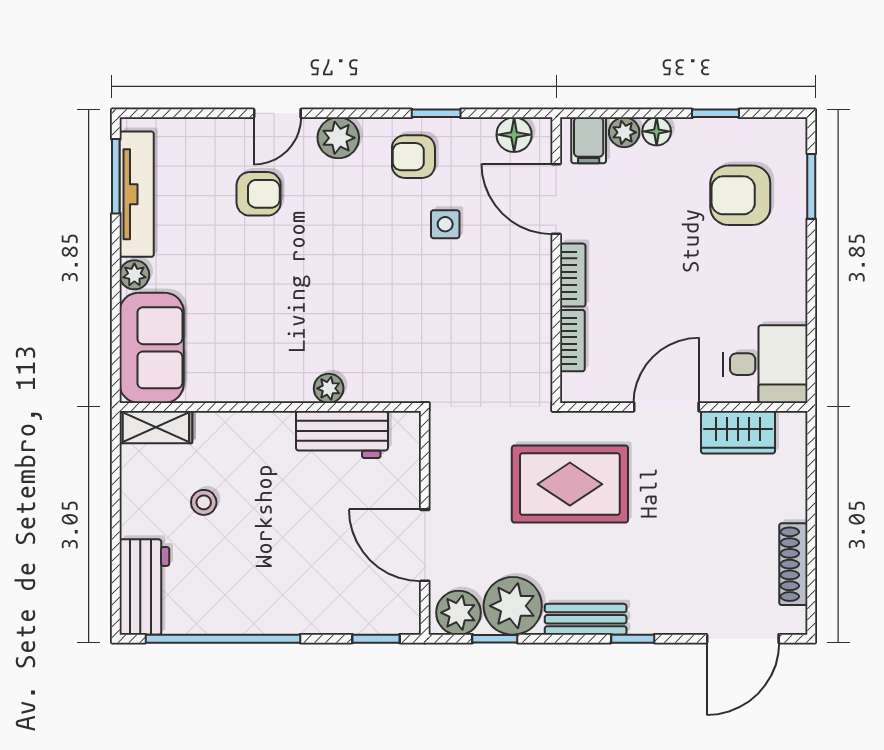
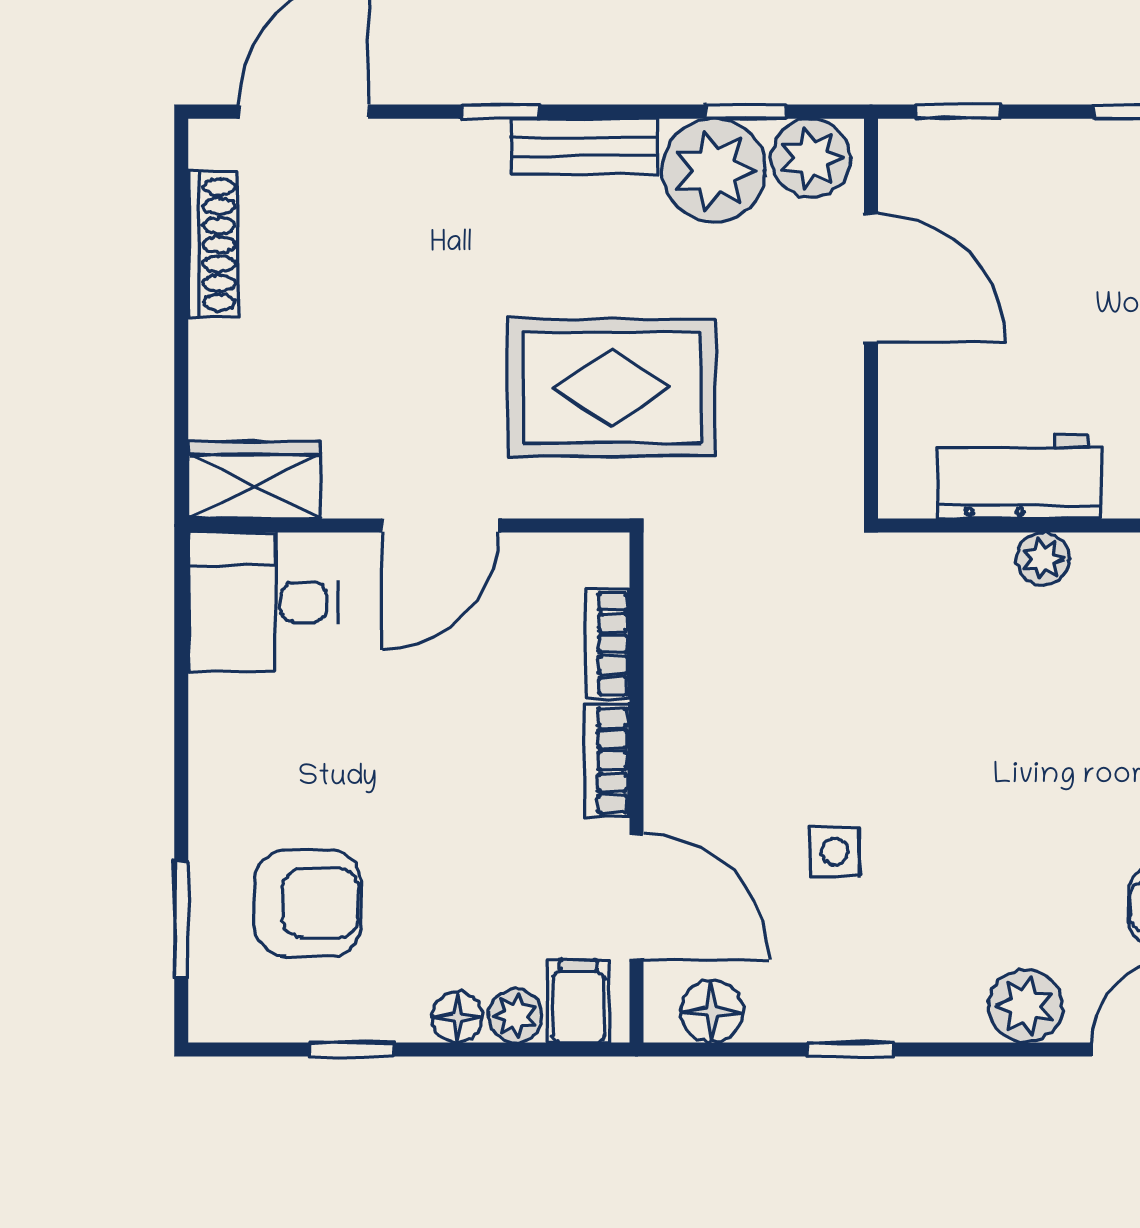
armchair: (413, 157) -> (891, 972), removed
wardrobe: (738, 432) -> (254, 480), moved

